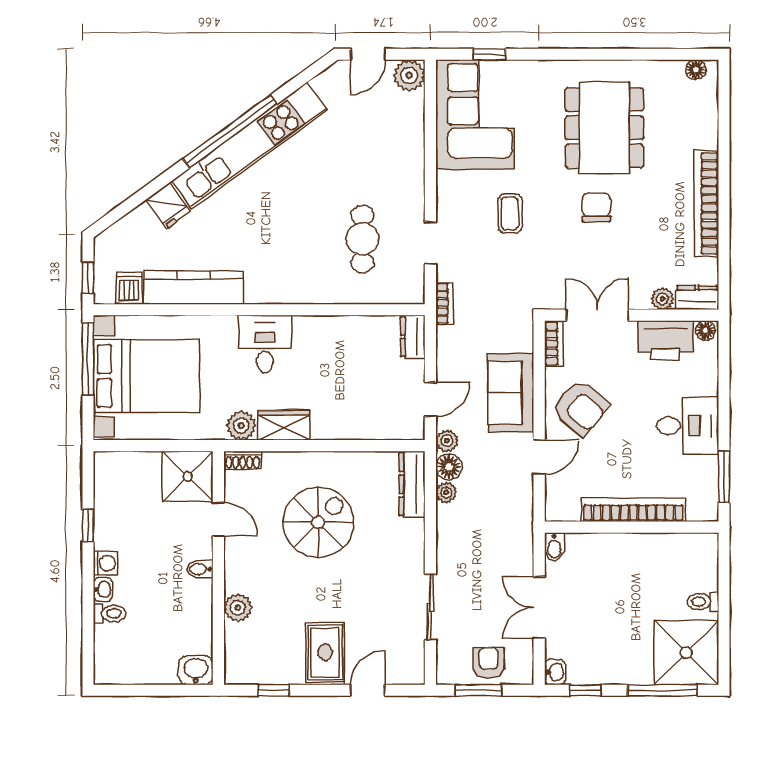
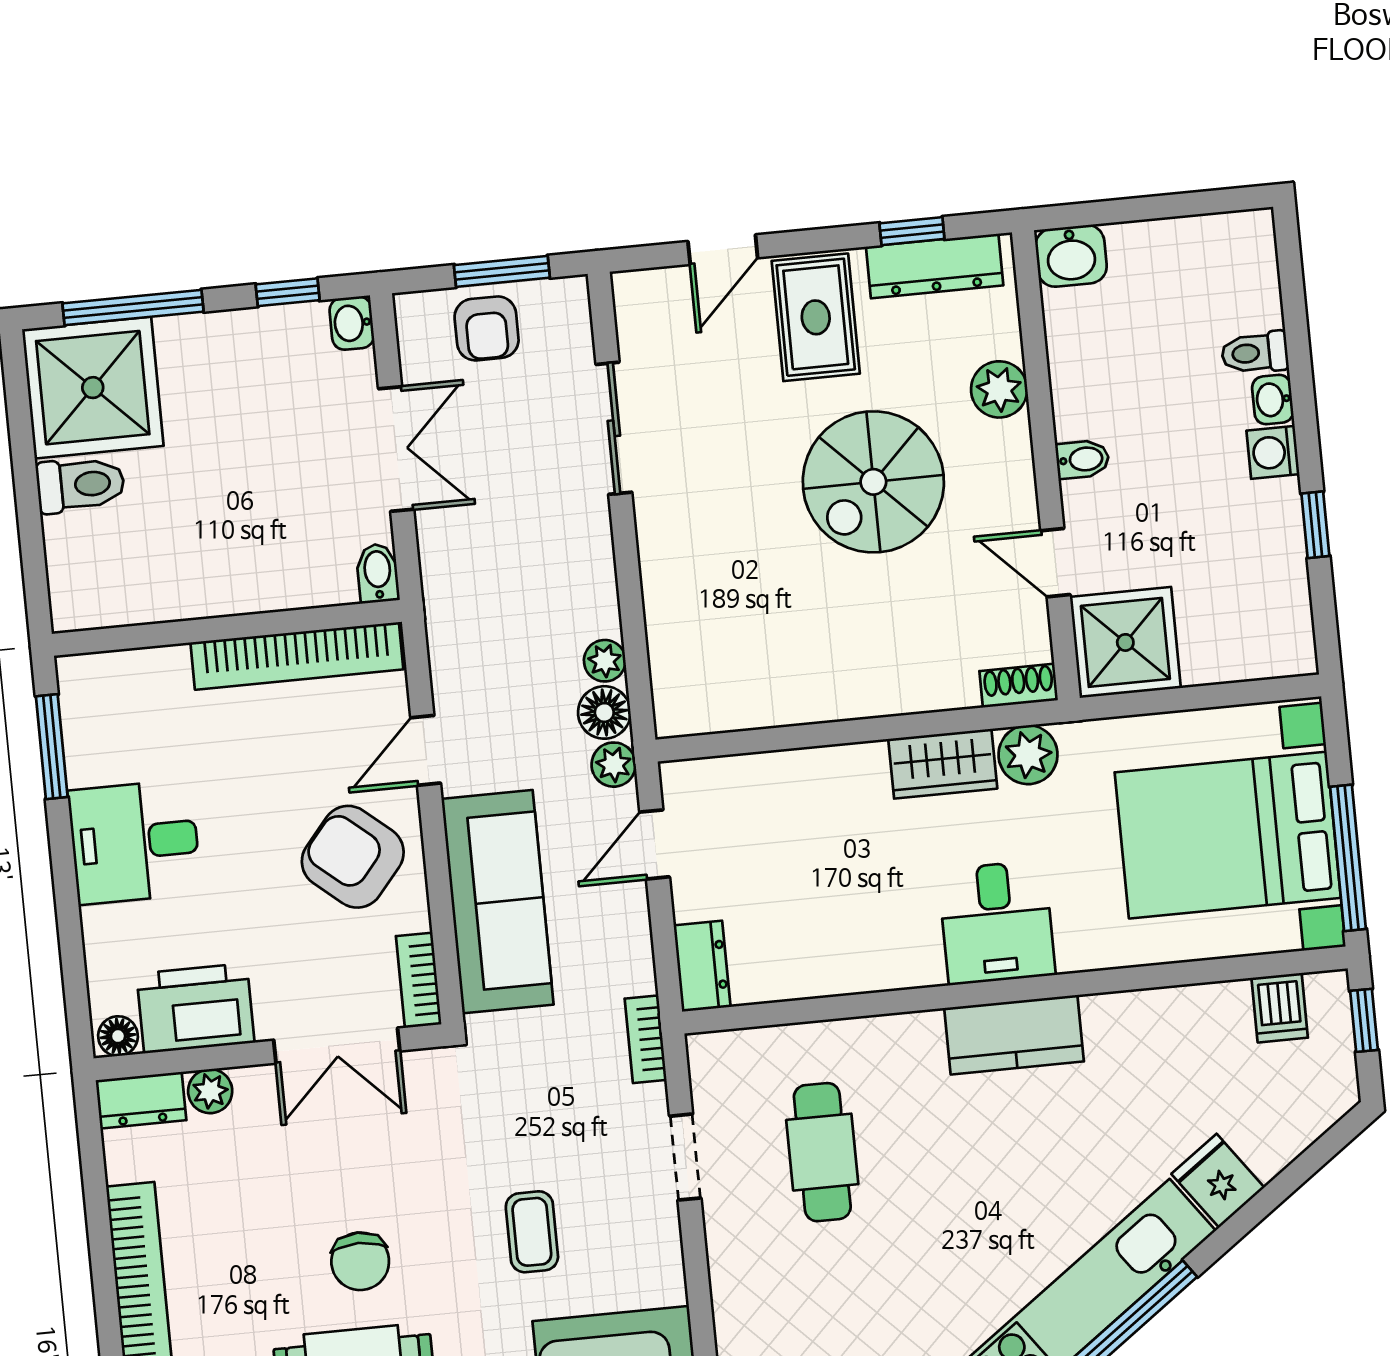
kitchen counter: (194, 288) -> (1014, 1035), moved, width x0.67
sofa: (511, 393) -> (498, 902), width x1.36
dresser: (412, 484) -> (935, 266), moved, turned 90
bookcase: (633, 510) -> (297, 656), moved
spiral stairs: (318, 522) -> (873, 482), moved
toilet: (703, 602) -> (80, 485), width x1.37, depth x1.39

